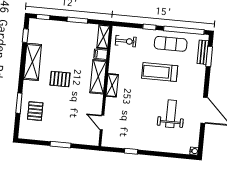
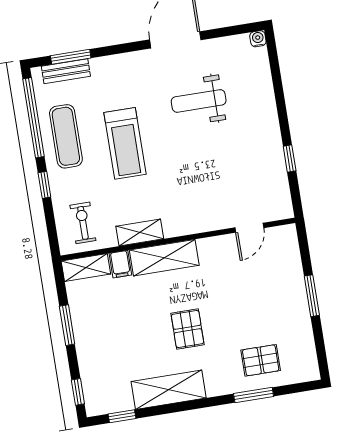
shelving: (112, 85) -> (140, 232), moved

